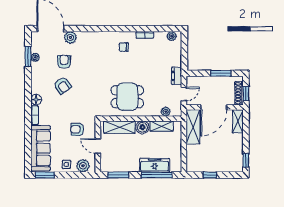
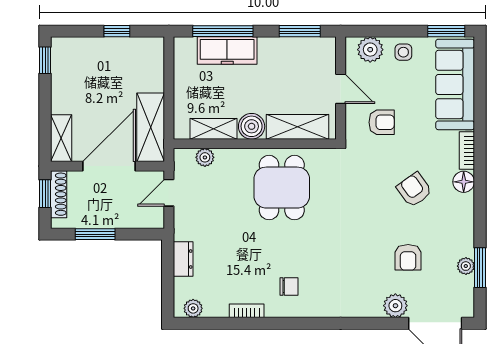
dresser: (177, 76) -> (183, 259), moved
armchair: (63, 86) -> (414, 190), moved
dining table: (127, 97) -> (282, 188), turned 90

